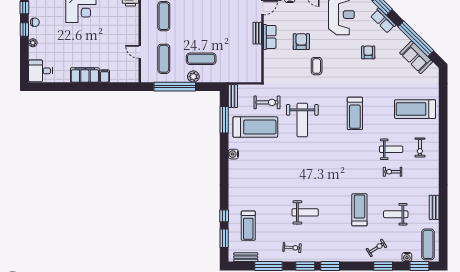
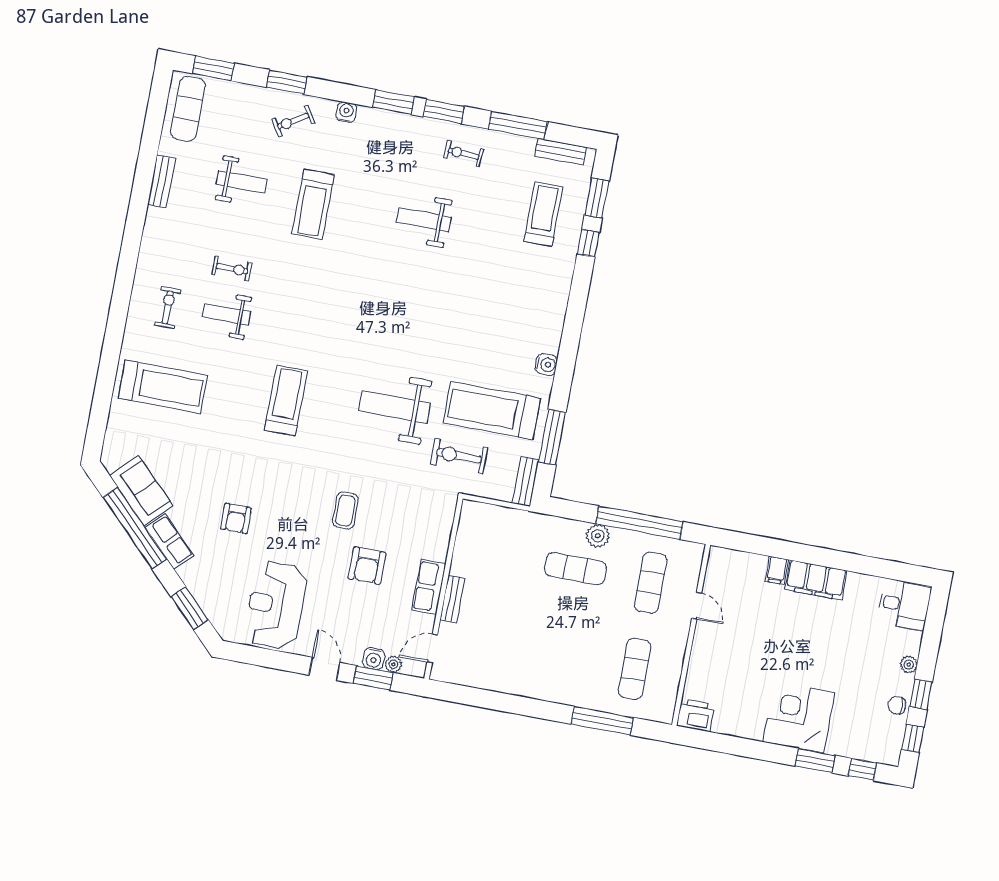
row of seats: (383, 21) -> (169, 542), moved
weight bench: (302, 120) -> (395, 407), turned -90
water cooler: (407, 257) -> (346, 112), moved

